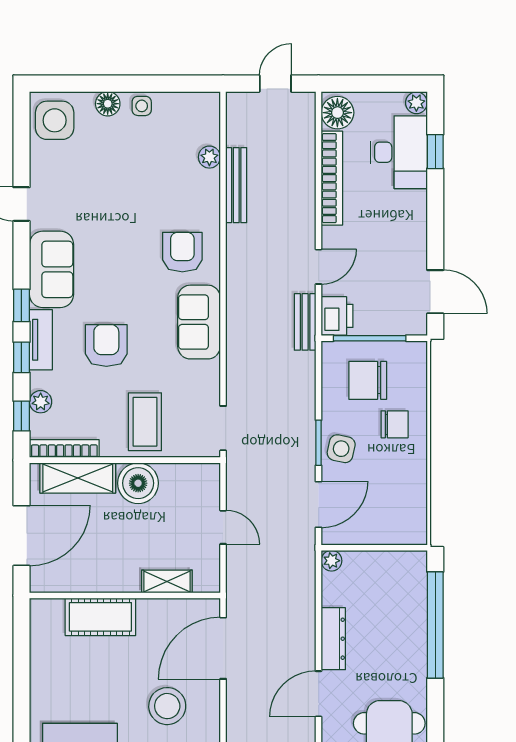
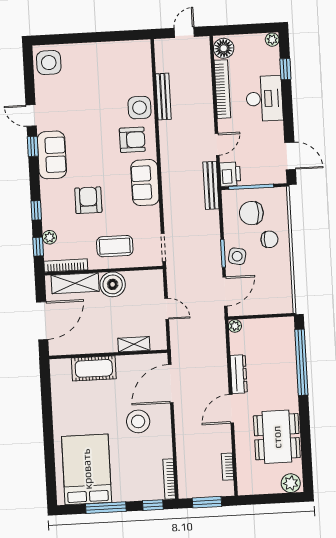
floor lamp: (108, 104) -> (81, 50), removed
side table: (142, 106) -> (139, 108), moved, width x1.87, depth x1.87
desk: (399, 152) -> (264, 99), moved
plant: (209, 157) -> (146, 80), removed
armchair: (182, 252) -> (132, 140), turned 90
window: (21, 305) -> (33, 146), moved
bench: (305, 322) -> (211, 185), width x1.36
tv unit: (41, 340) -> (48, 199), removed
coffee table: (145, 422) -> (115, 246), turned 90

